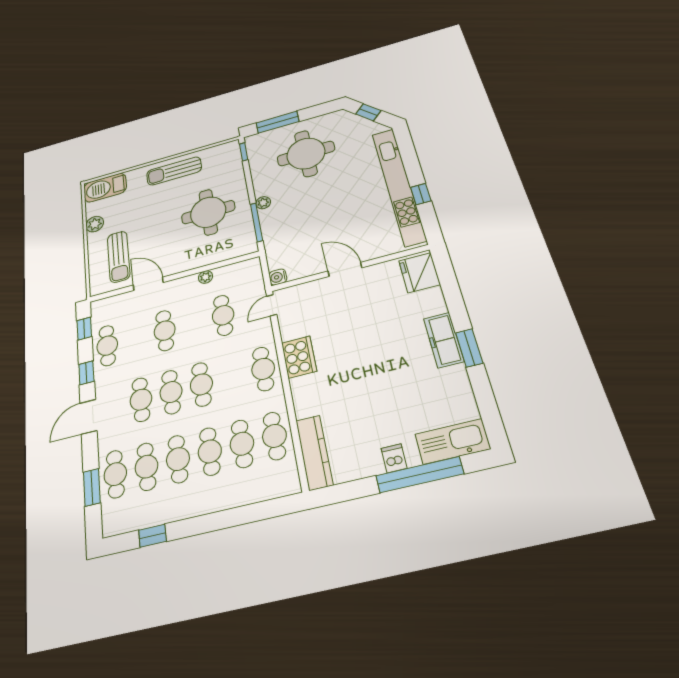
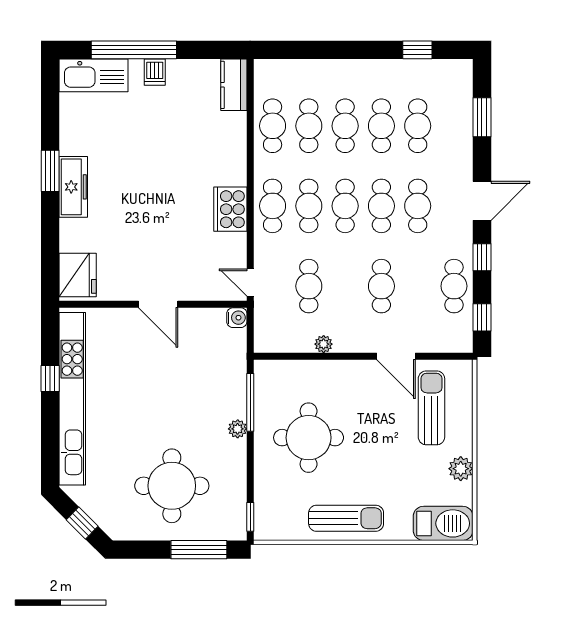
door: (272, 305) -> (250, 283), swing flipped
kitchen counter: (314, 452) -> (234, 85), width x0.67
cafe table: (115, 474) -> (309, 206), moved

